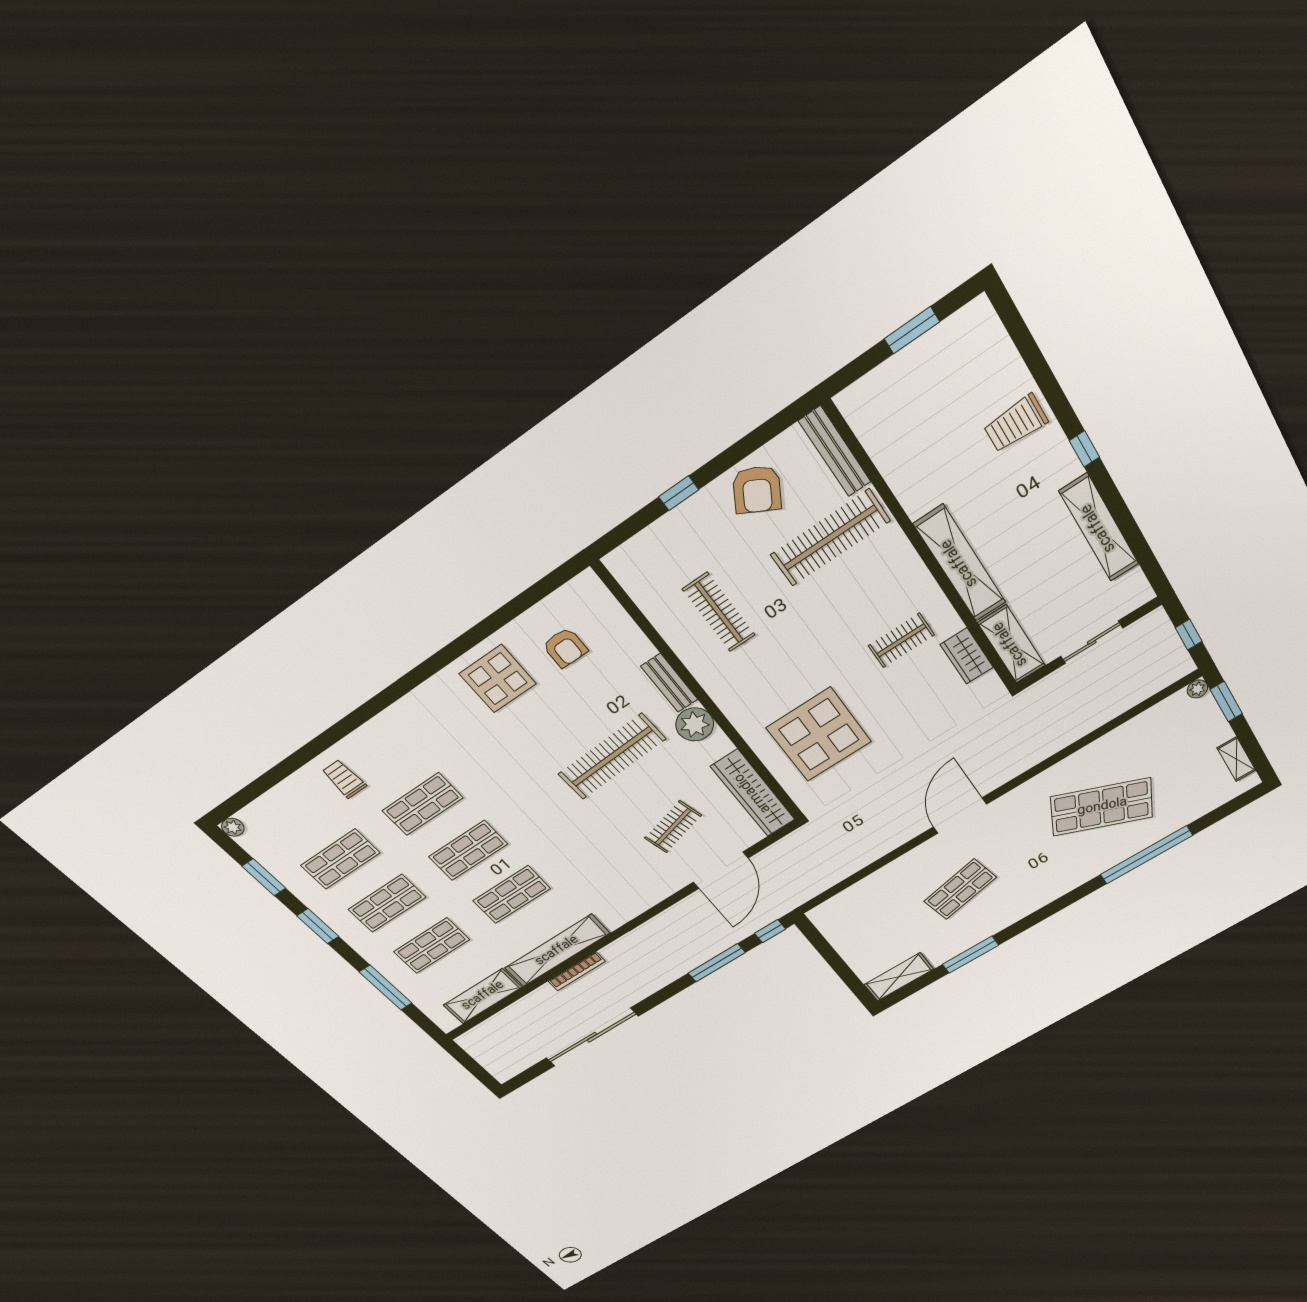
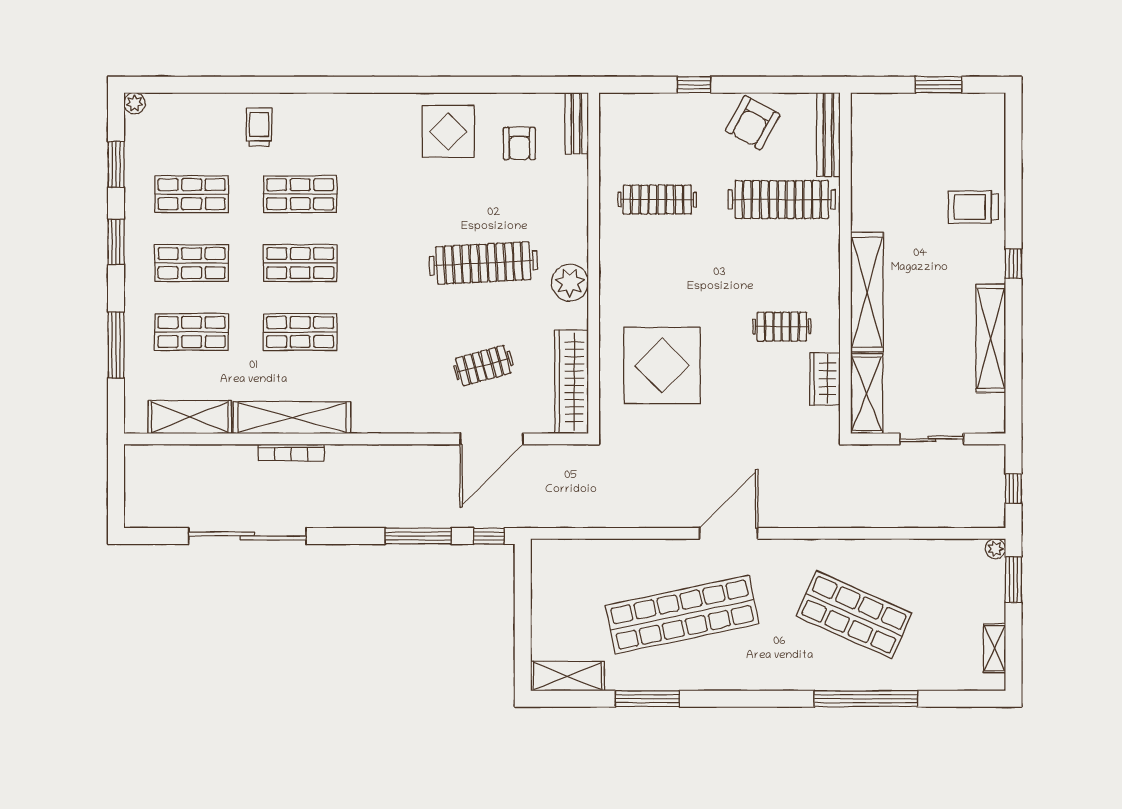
clothes rail: (719, 612) -> (657, 200), turned 90
bench: (669, 683) -> (577, 123), moved
shop shelf: (960, 889) -> (682, 615), width x2.00, depth x1.36

